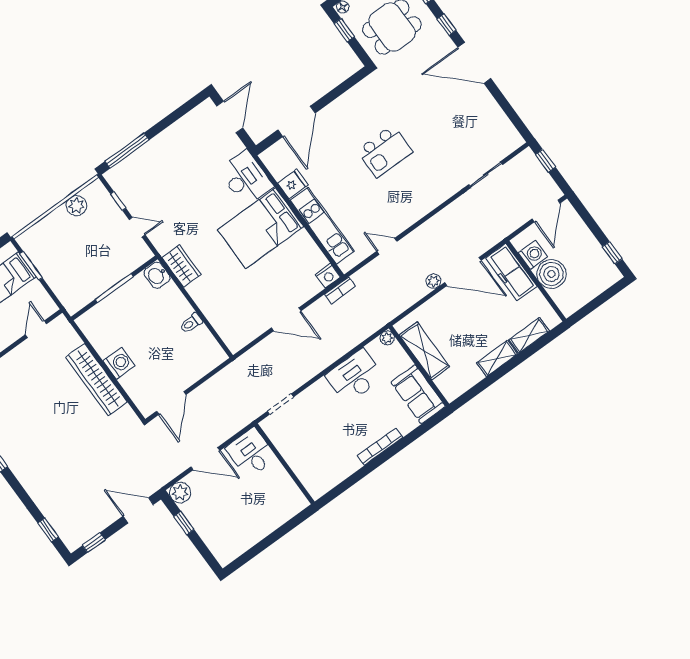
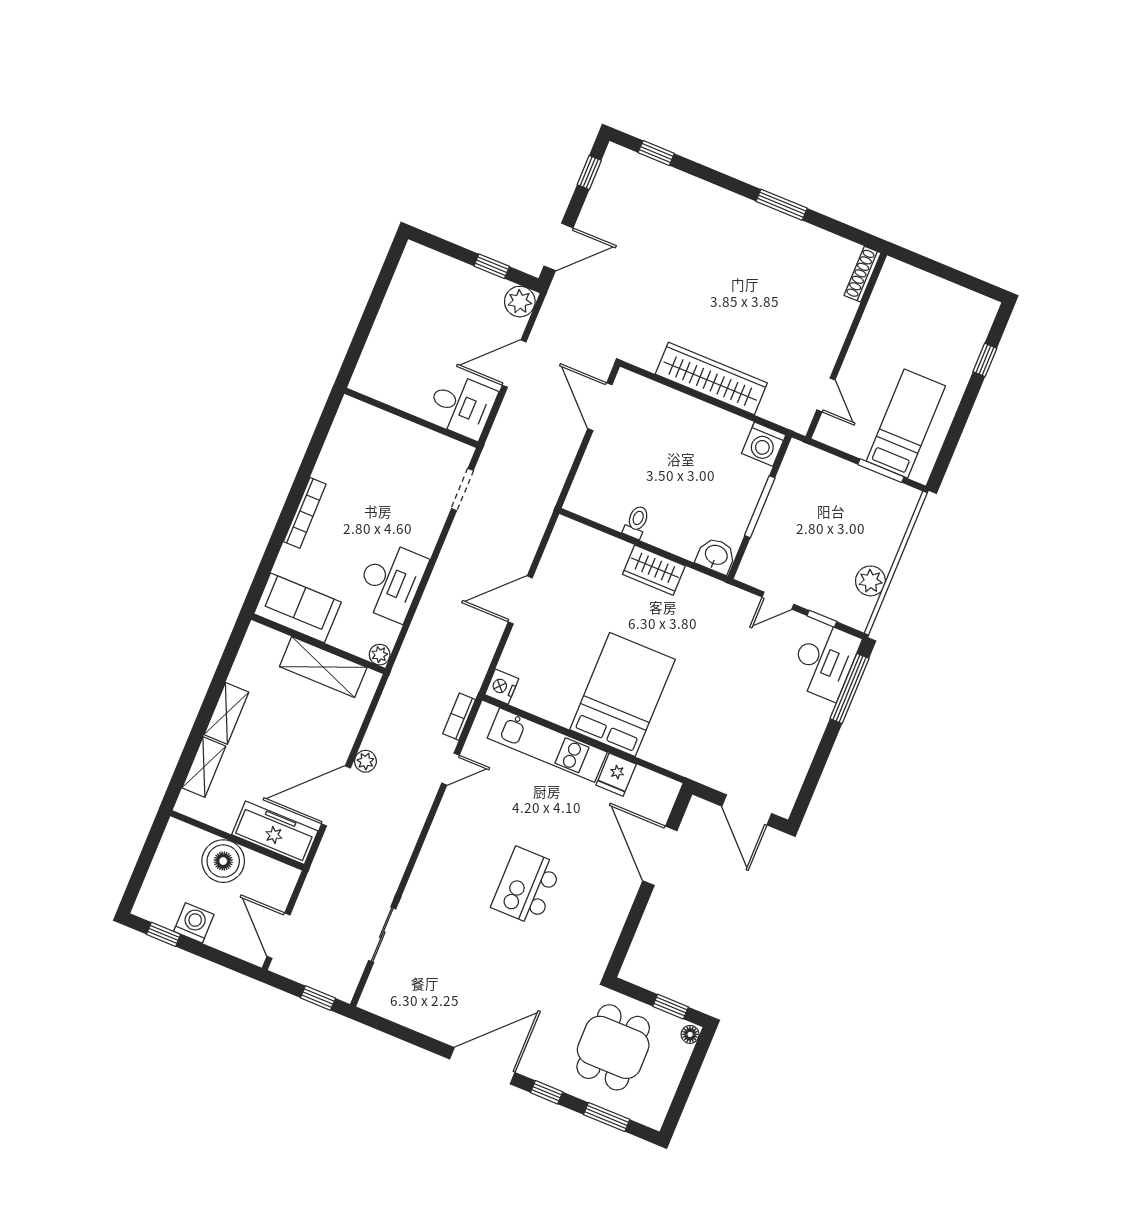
desk: (246, 178) -> (824, 661), moved, turned -90
washing machine: (533, 255) -> (194, 923), moved, turned 180
wardrobe: (181, 266) -> (654, 570), moved
bookcase: (340, 290) -> (459, 717), moved
washing machine: (119, 363) -> (764, 444), moved

